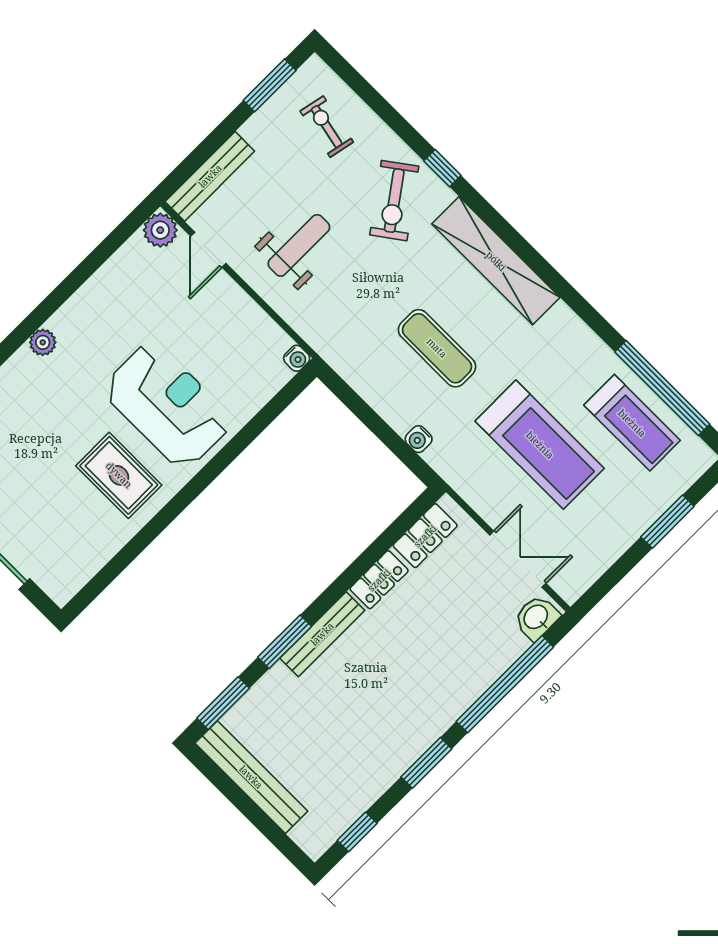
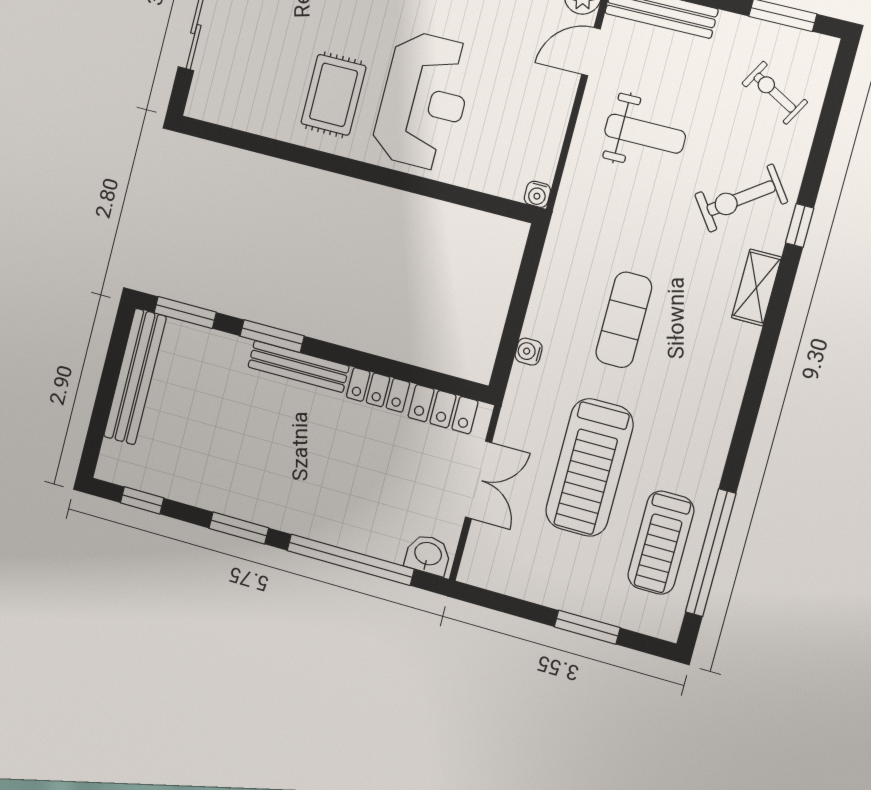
exercise bike: (327, 127) -> (775, 93), turned -73
shelving: (496, 261) -> (756, 288), width x0.45, depth x0.75
double door: (518, 559) -> (478, 480), moved

